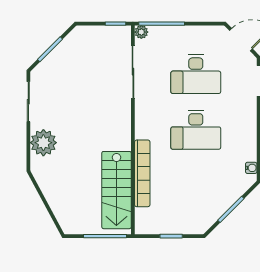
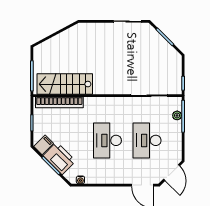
plant: (141, 32) -> (177, 115), moved
plant: (43, 143) -> (98, 32), removed
bookcase: (142, 173) -> (59, 102), moved
printer: (221, 197) -> (59, 158), added
filing cabinet: (202, 220) -> (44, 145), added

